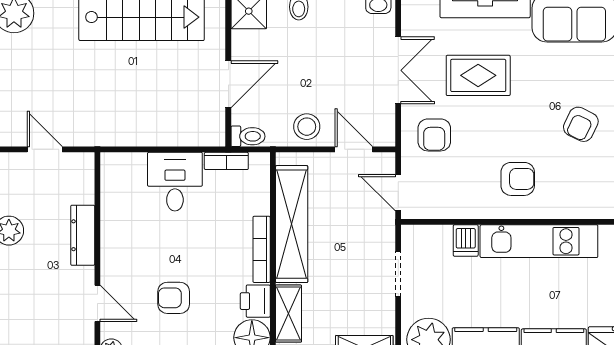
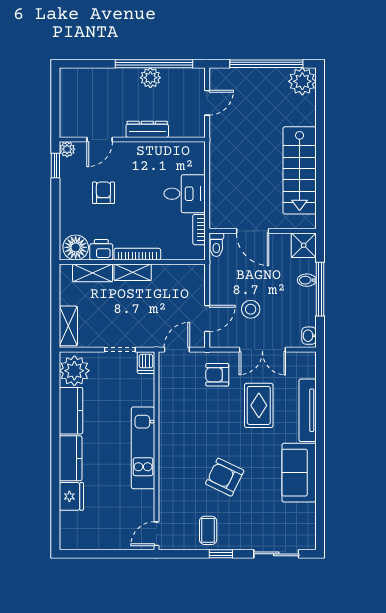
armchair: (581, 124) -> (225, 477), width x1.38, depth x1.38
stool: (307, 127) -> (251, 309), moved
armchair: (518, 179) -> (187, 433), removed
shelving: (292, 224) -> (133, 272), width x0.45, depth x0.75
dishwasher: (466, 241) -> (146, 363), moved, turned -90

